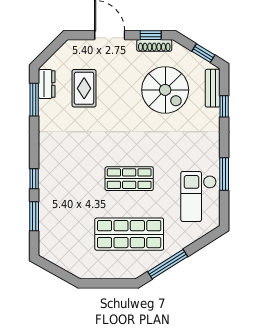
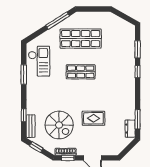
rug: (84, 88) -> (93, 118), moved, turned 90
spiral stairs: (165, 90) -> (59, 125), turned 180

